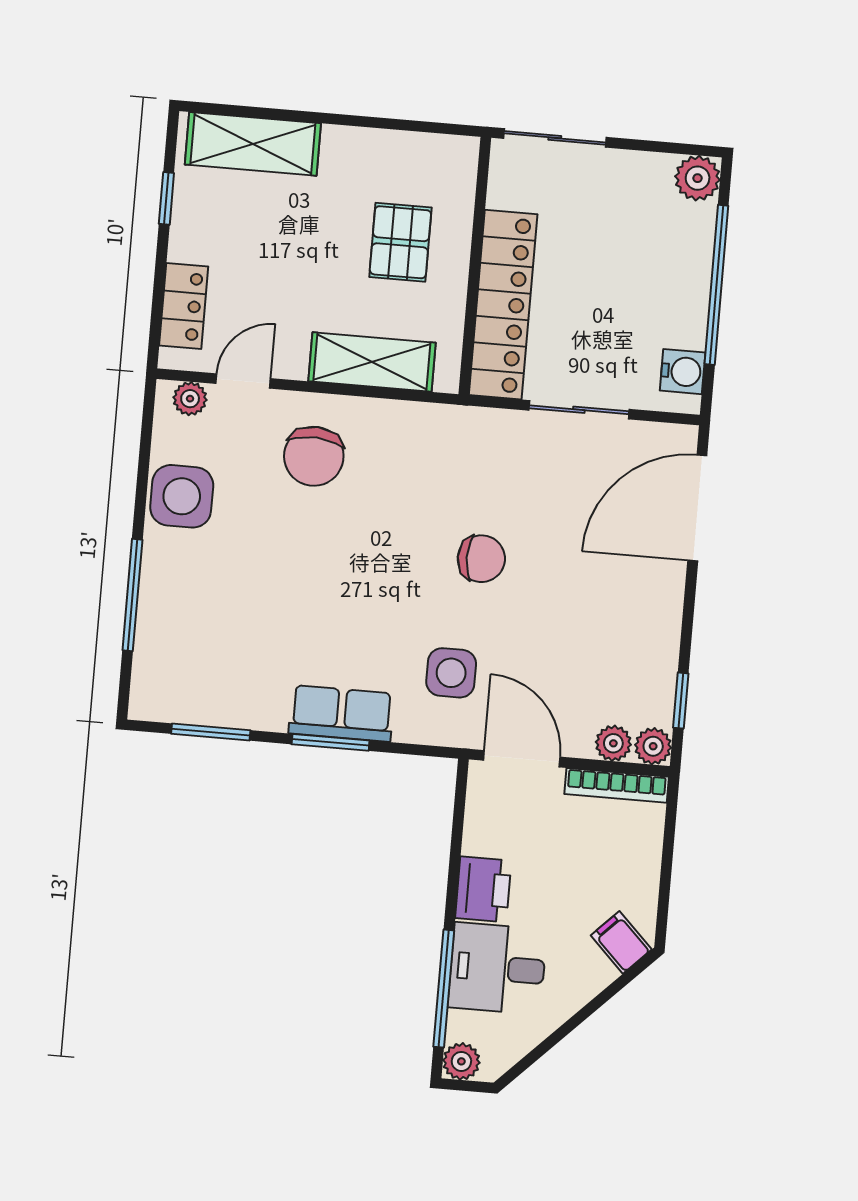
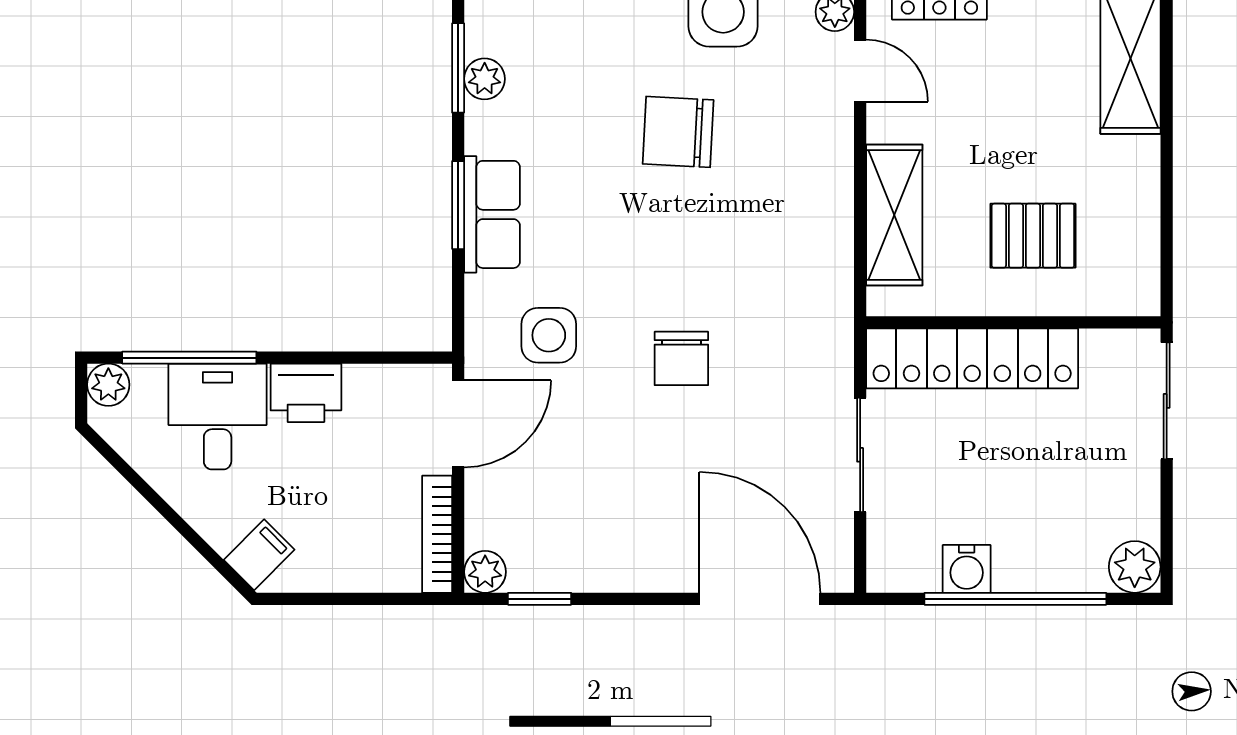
water cooler: (683, 372) -> (967, 569), moved
chair: (314, 456) -> (678, 132), moved
plant: (613, 743) -> (485, 79), moved

